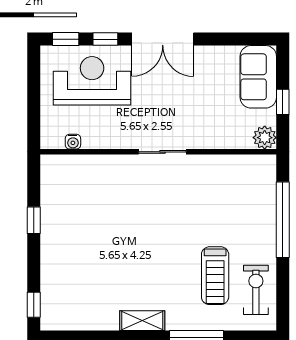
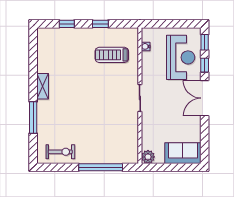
window: (283, 102) -> (169, 167), removed
treadmill: (215, 276) -> (112, 55), moved
window: (34, 305) -> (67, 24), moved

